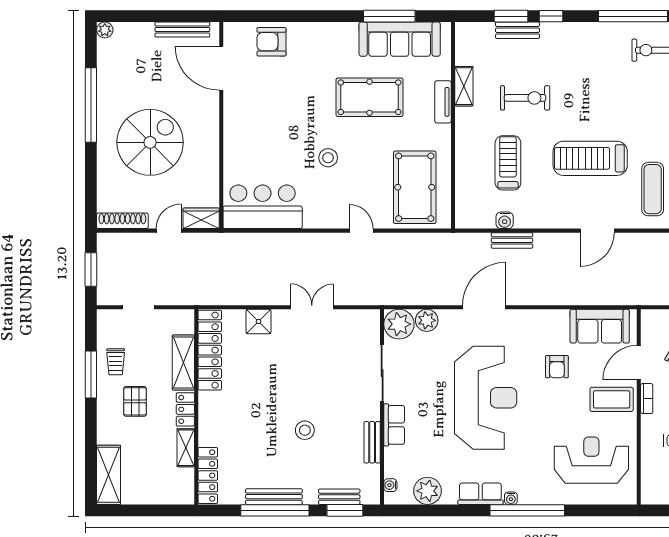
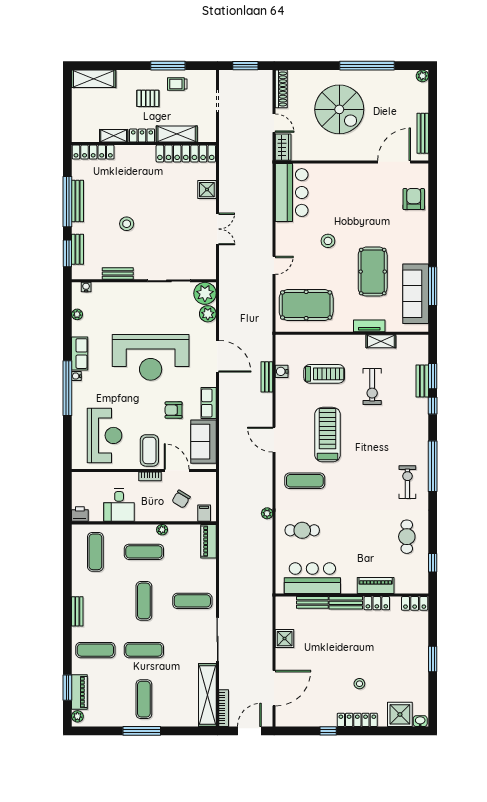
row of seats: (394, 425) -> (209, 403), moved, turned 90
plant: (427, 491) -> (77, 314), width x0.53, depth x0.53

